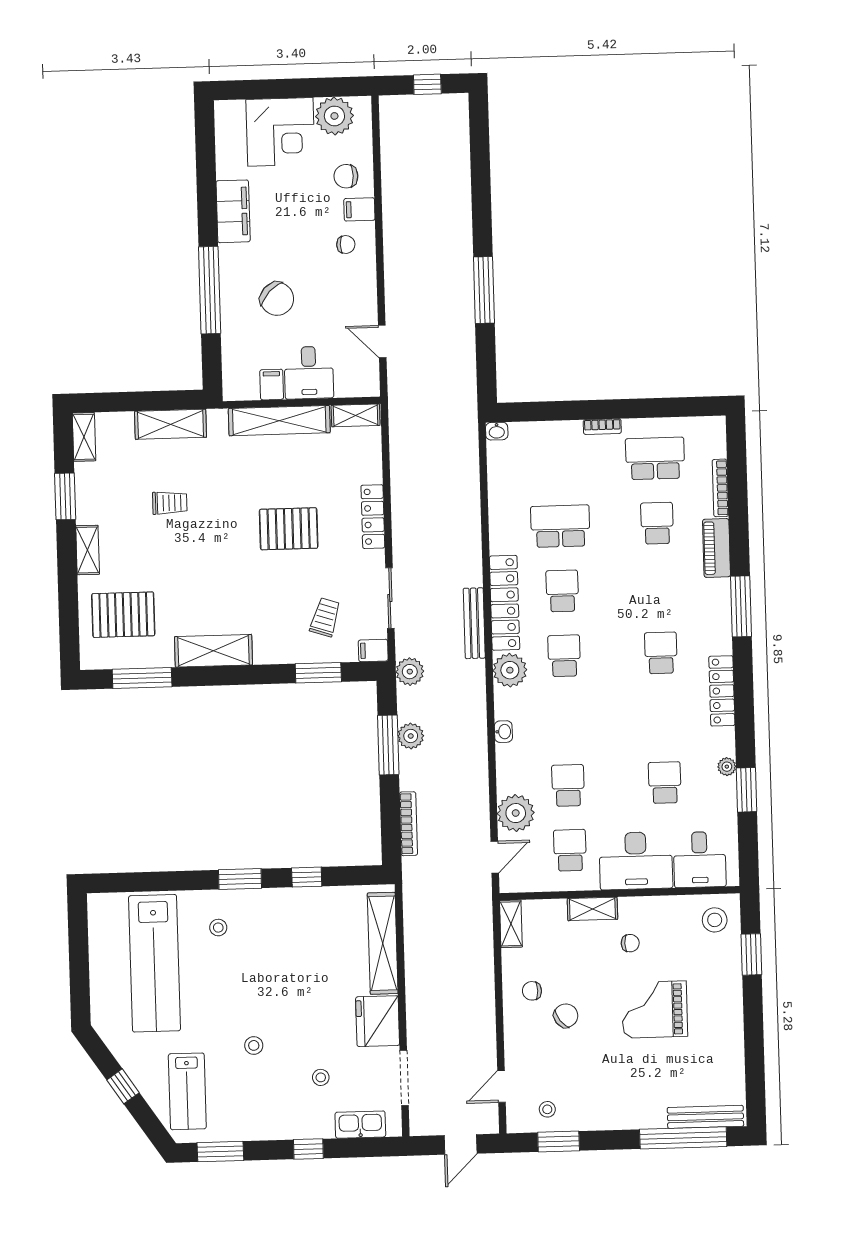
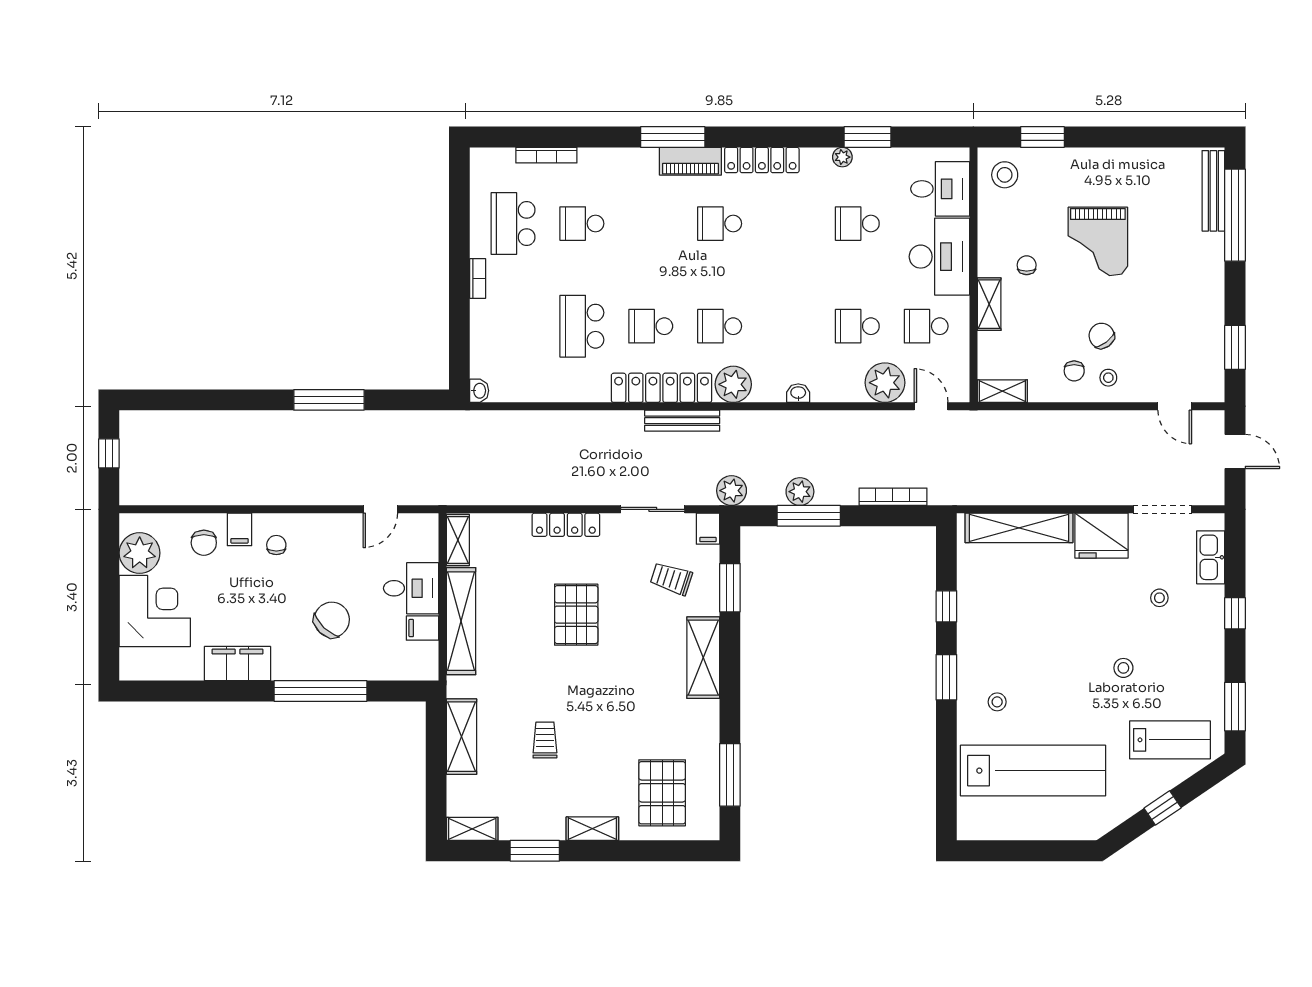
piano: (716, 548) -> (690, 161), moved
shelving: (214, 651) -> (703, 658), moved
stool: (547, 1109) -> (1108, 378), moved

